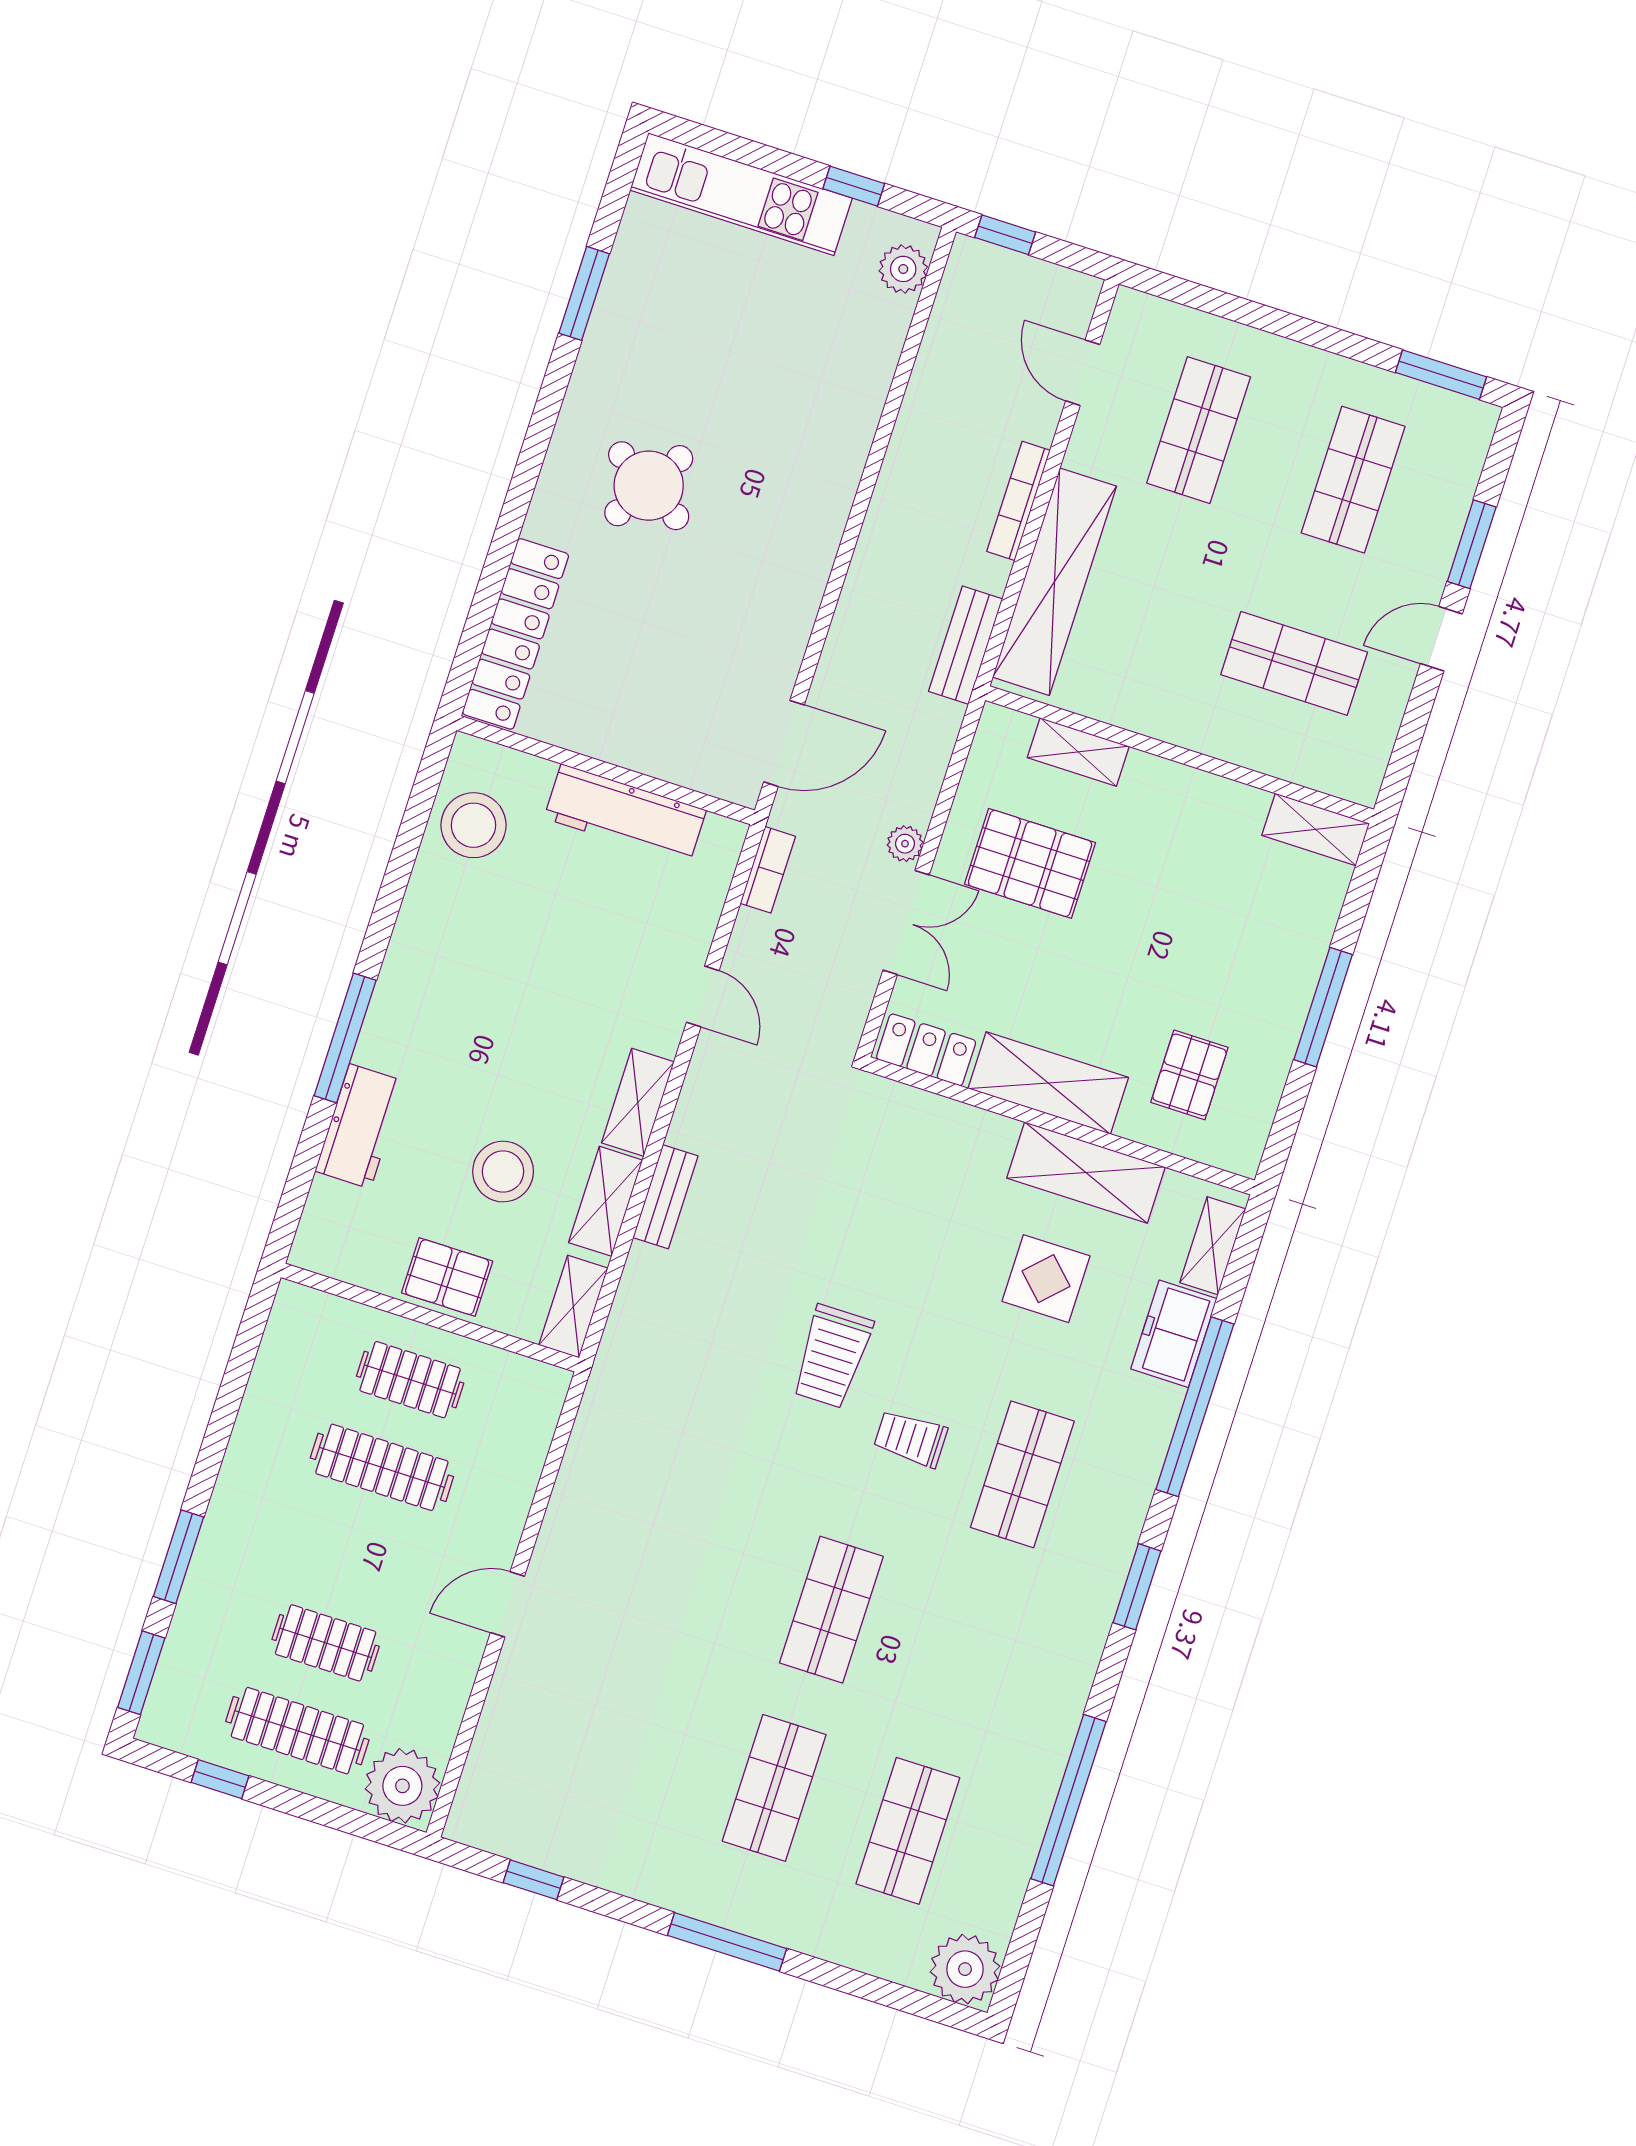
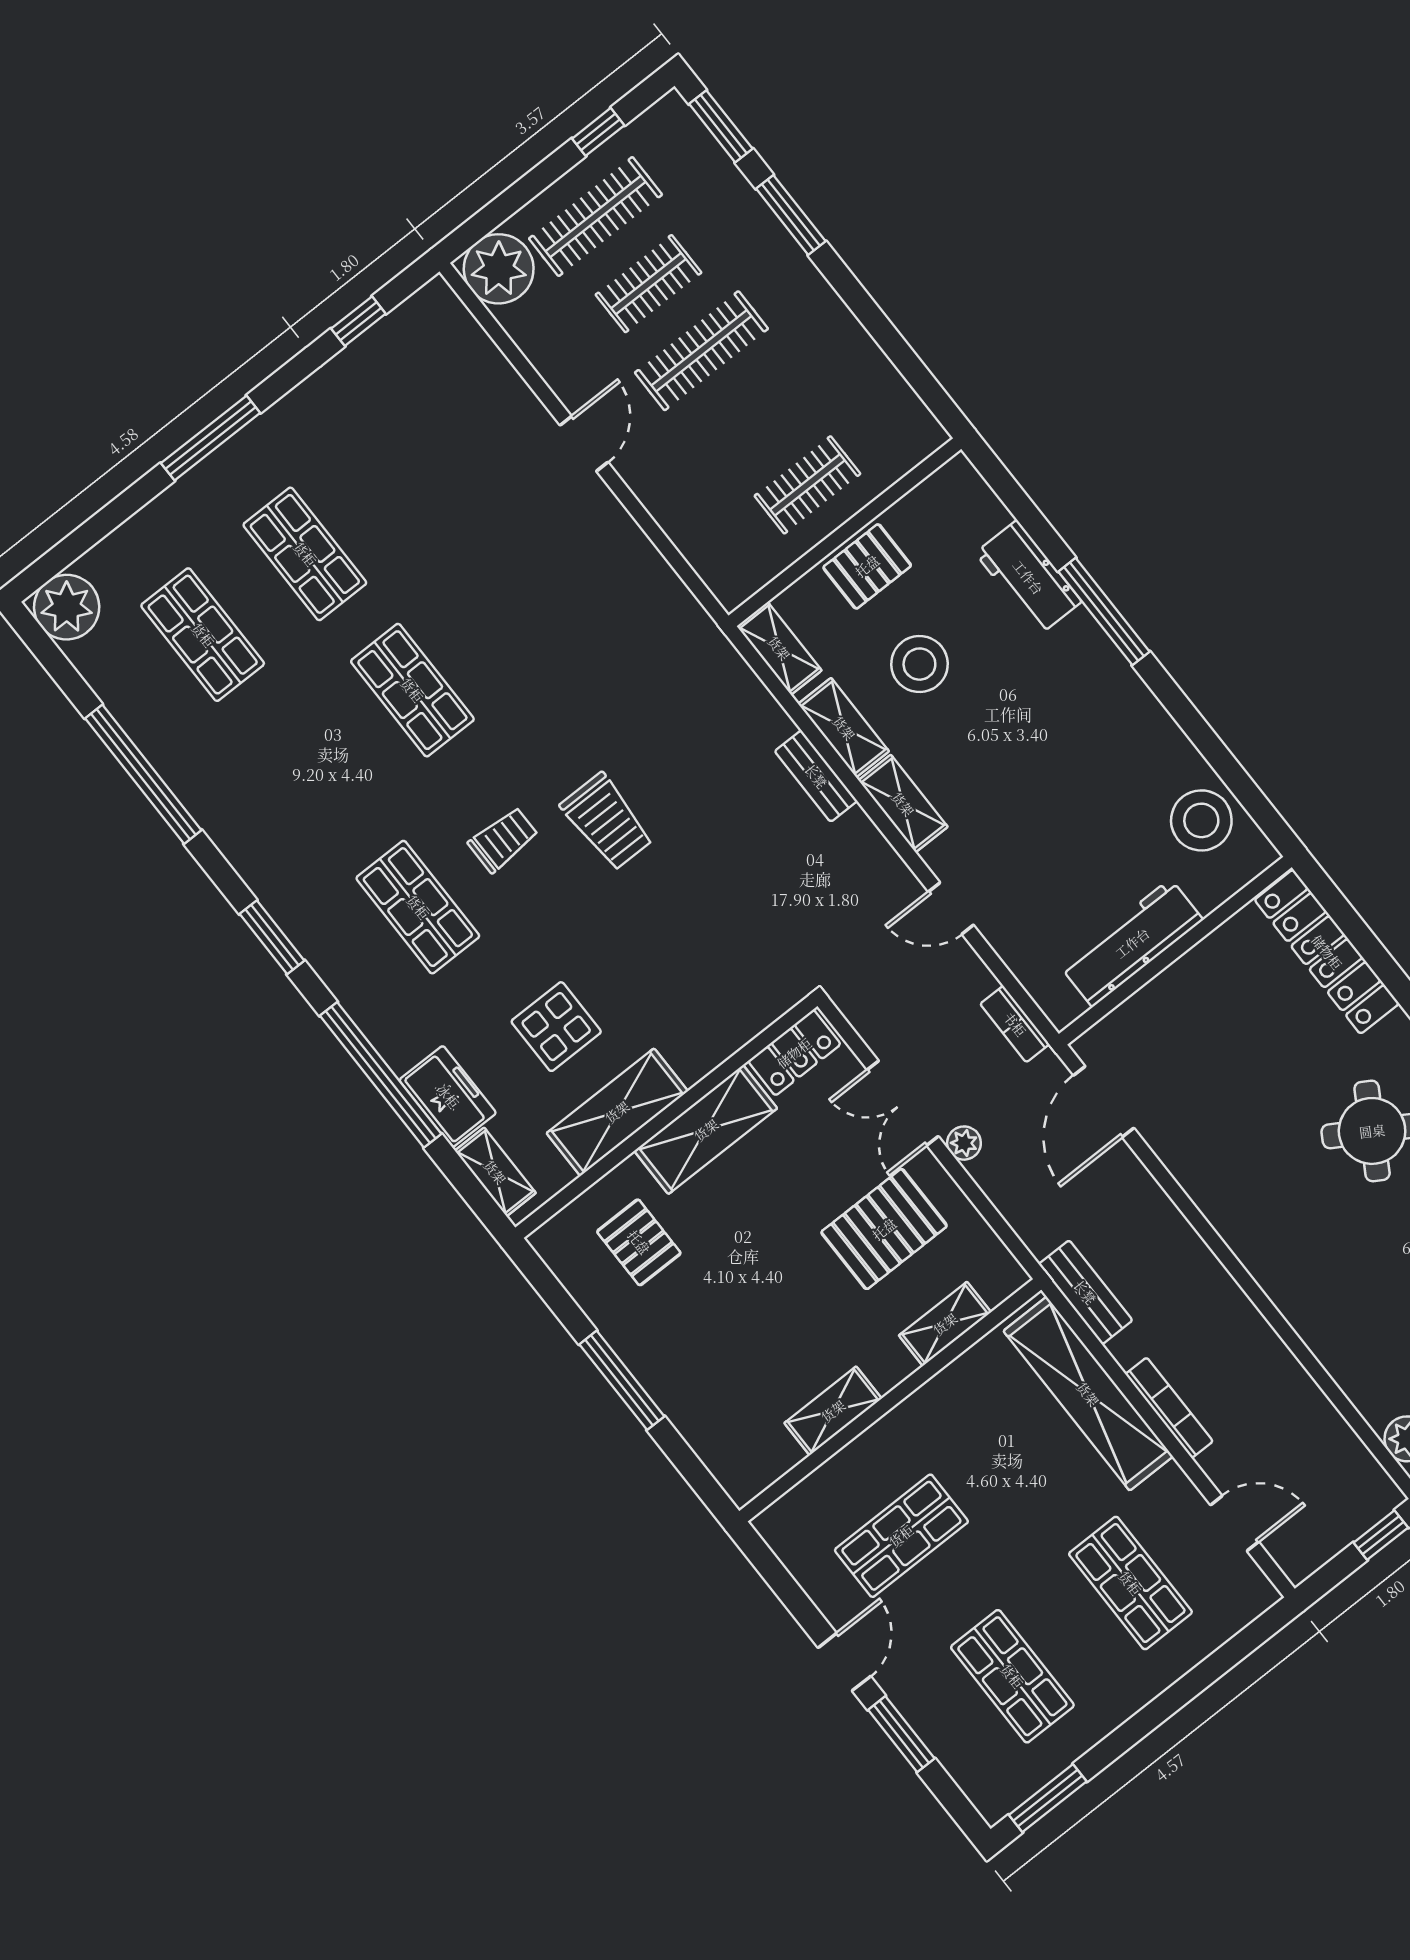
shelving: (1316, 829) -> (833, 1411), moved
trolley: (832, 1356) -> (607, 822), turned 180
clothes rail: (382, 1467) -> (701, 351), moved

